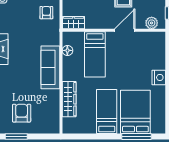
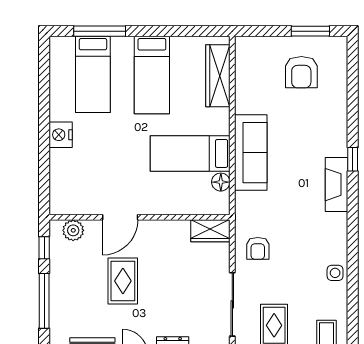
bed: (95, 54) -> (190, 153), moved, turned -90
wardrobe: (69, 99) -> (218, 76), moved
bed: (135, 112) -> (93, 74), width x0.67

